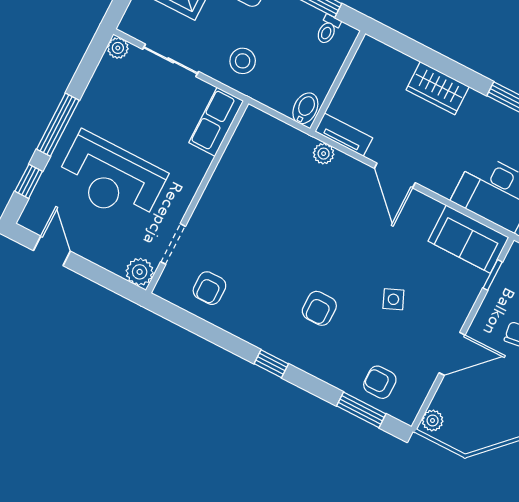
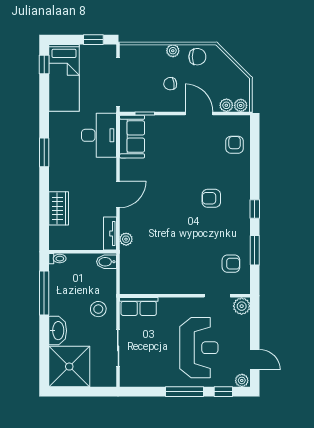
toilet: (328, 30) -> (57, 259), moved
plant: (118, 48) -> (242, 380), moved
wardrobe: (438, 88) -> (59, 208), moved
door: (52, 251) -> (255, 360), swing flipped
side table: (393, 299) -> (186, 161), removed
armchair: (319, 308) -> (211, 198), turned 180
armchair: (380, 382) -> (235, 145), turned 180
plant: (443, 400) -> (226, 105), added
window: (361, 410) -> (255, 250), moved

